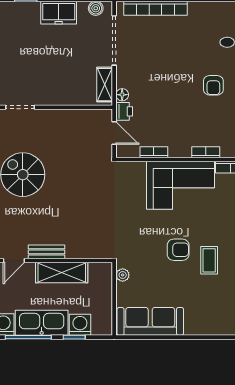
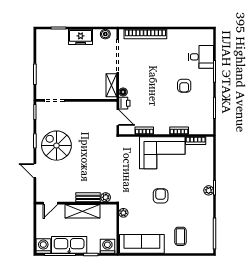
armchair: (178, 250) -> (161, 196), turned -90
bench: (47, 252) -> (88, 197), moved
plant: (96, 252) -> (106, 197), added
coffee table: (209, 260) -> (180, 236), moved
washing machine: (80, 325) -> (107, 246), moved

